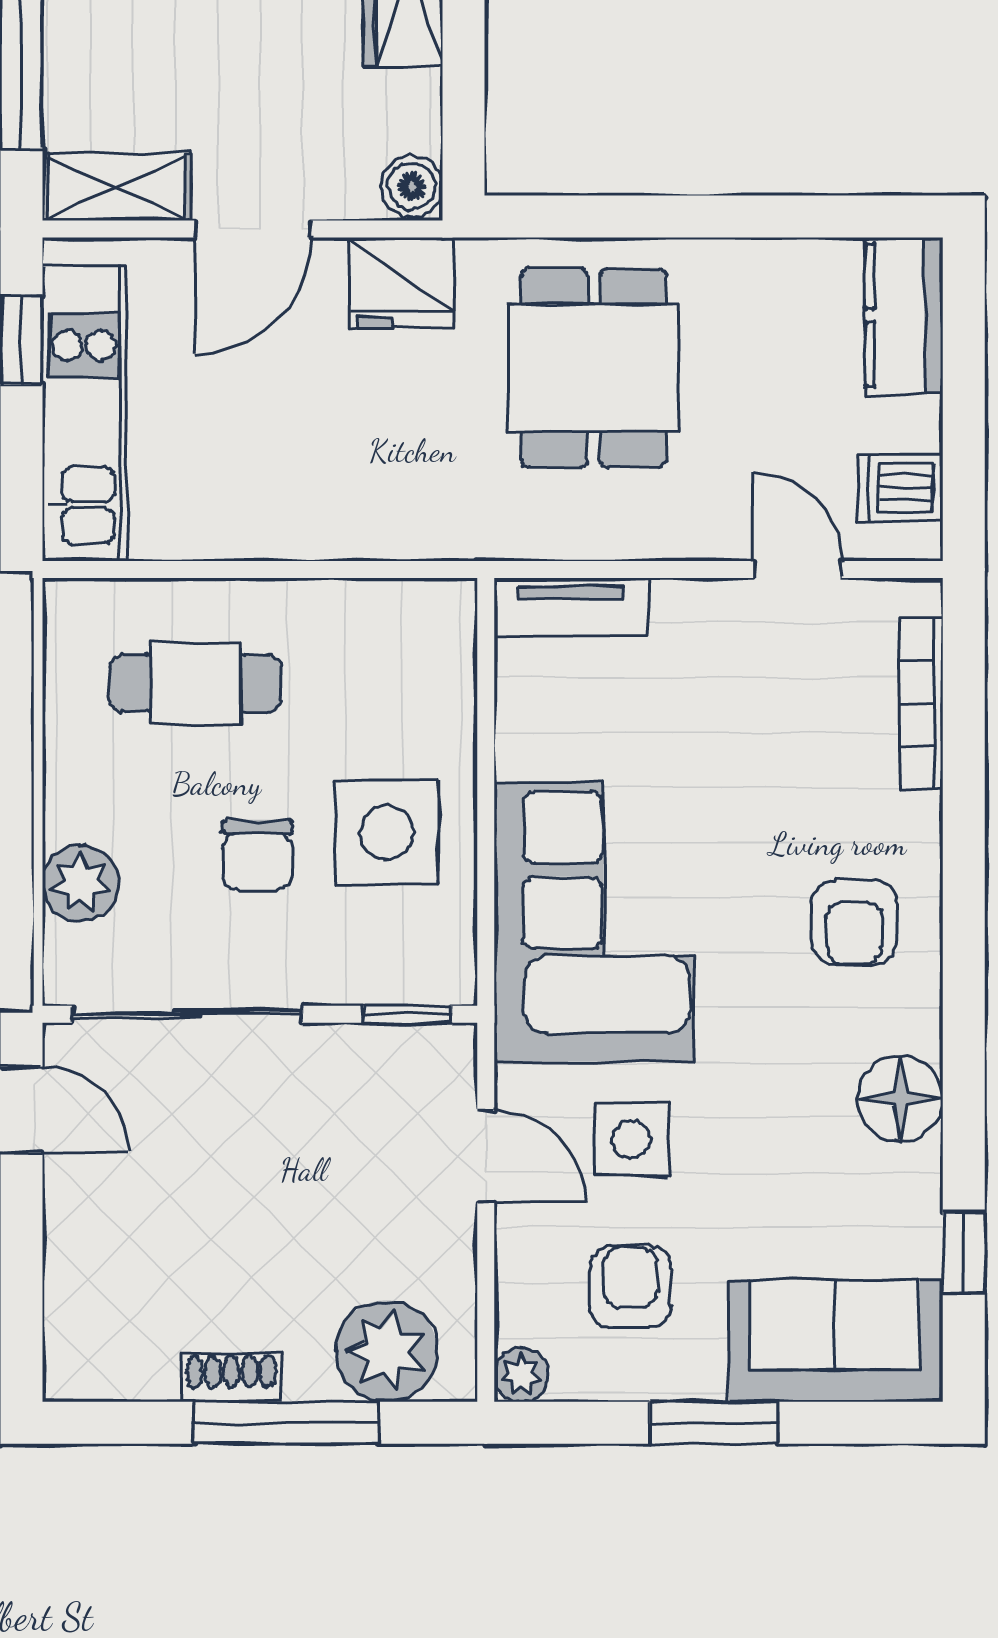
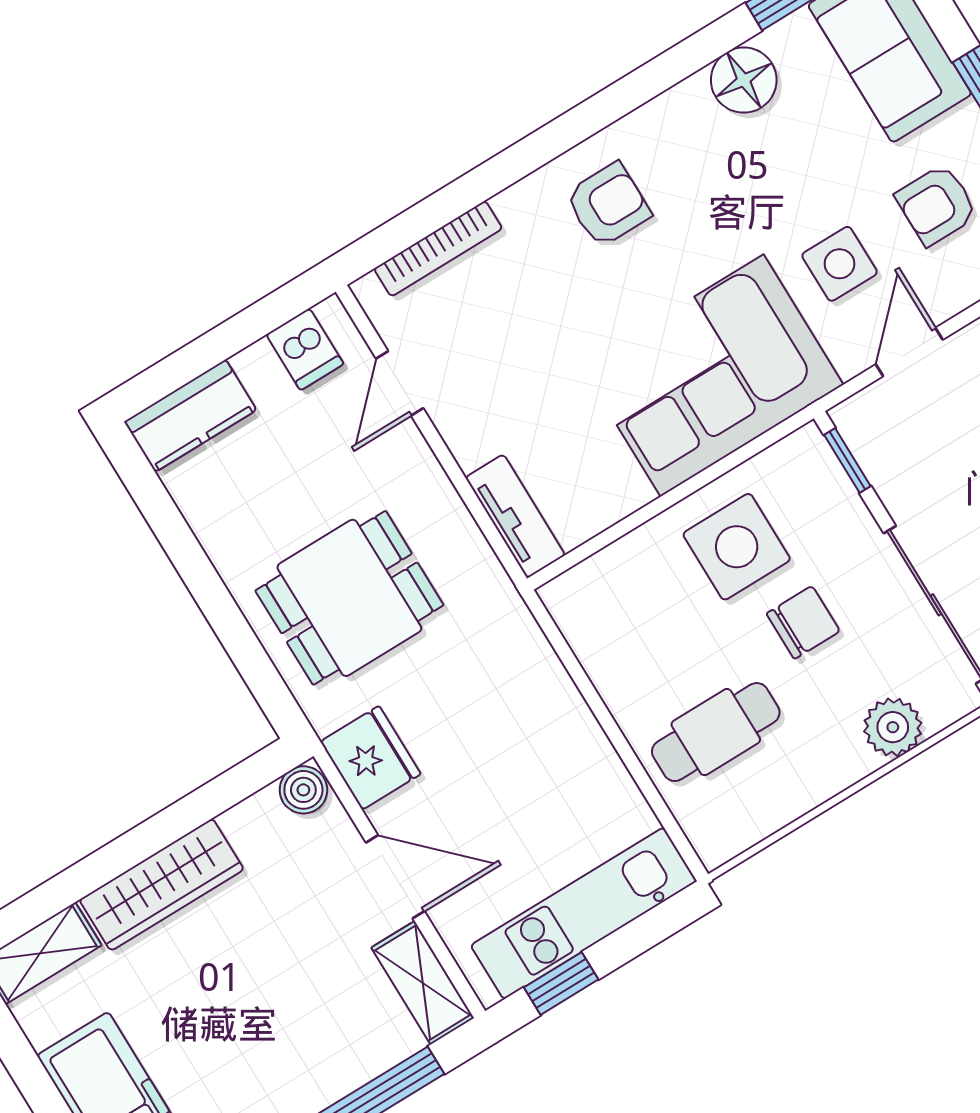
cafe table: (195, 683) -> (716, 732), turned 90
floor lamp: (900, 1098) -> (744, 80), moved

